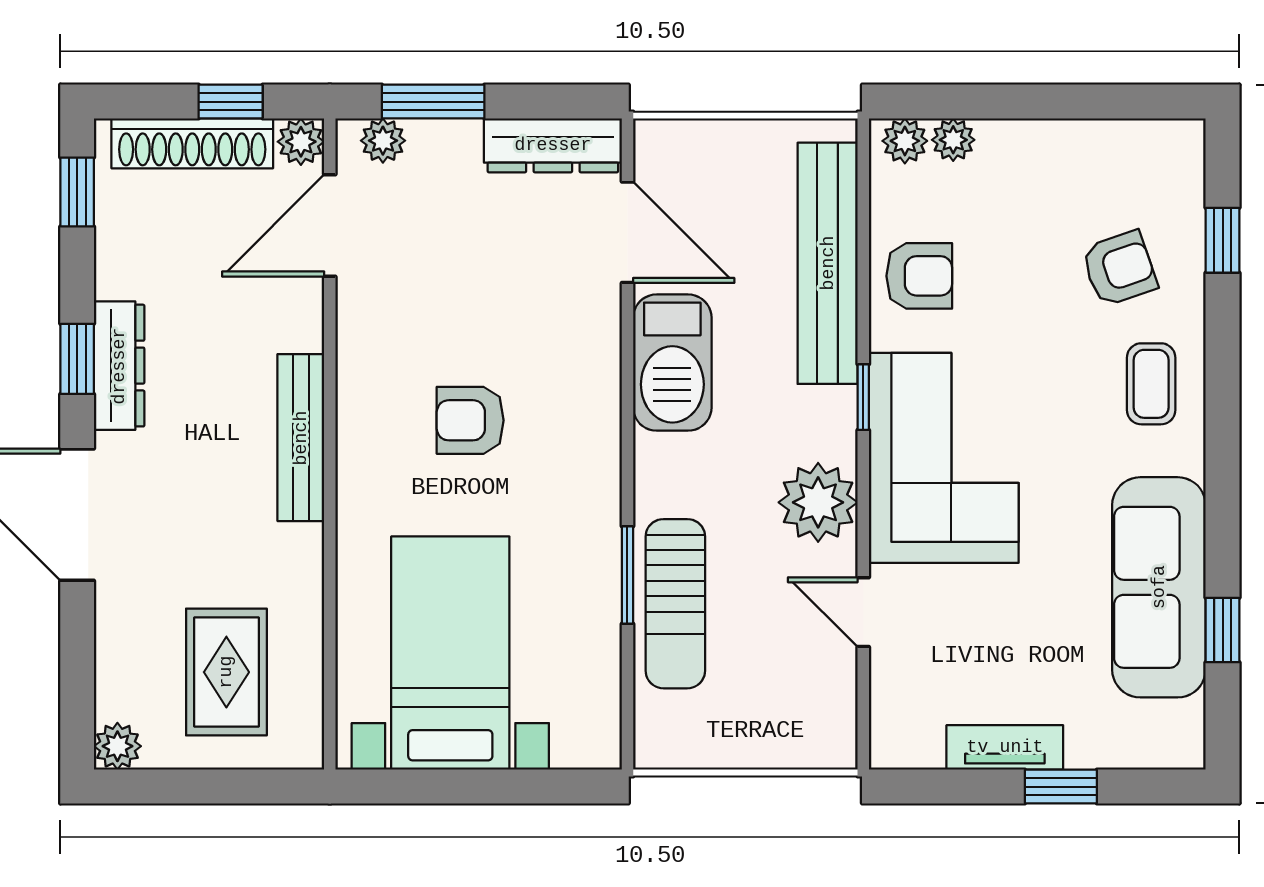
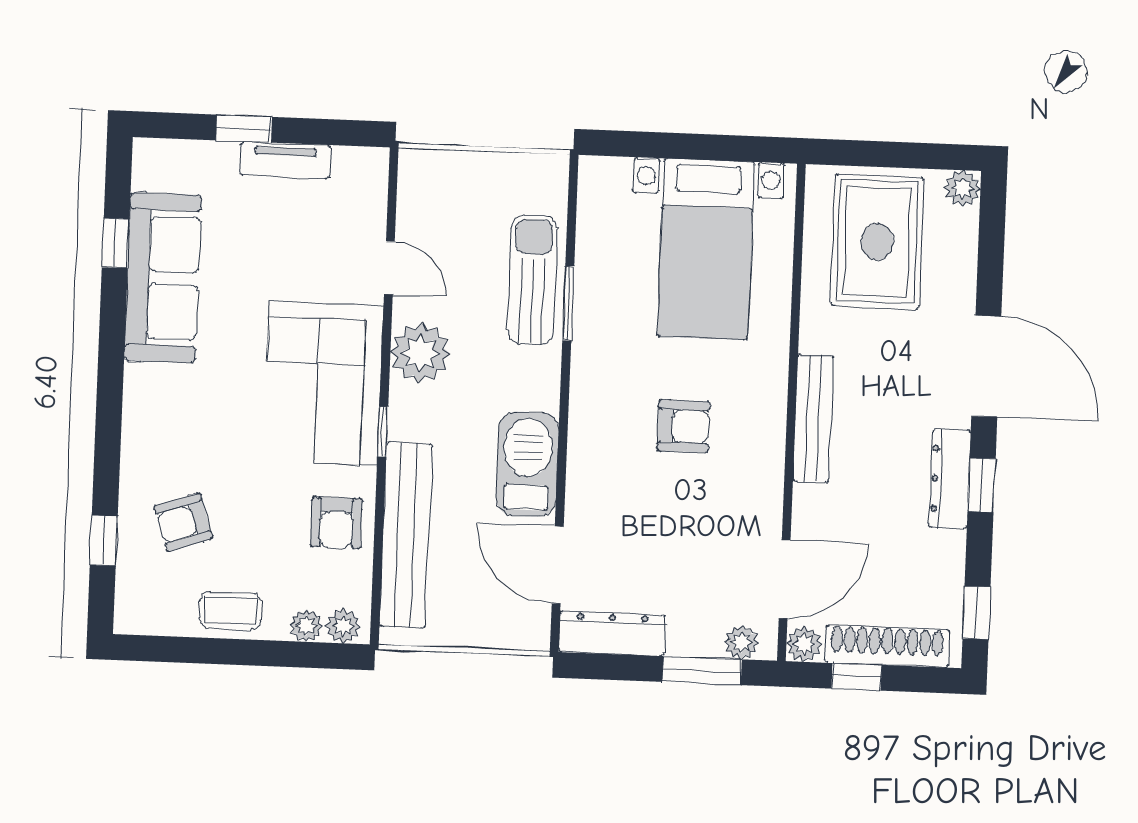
armchair: (919, 276) -> (336, 523), turned -90
coffee table: (1151, 384) -> (230, 610), moved, turned 90
rug: (226, 672) -> (877, 242), width x1.36, depth x1.43

